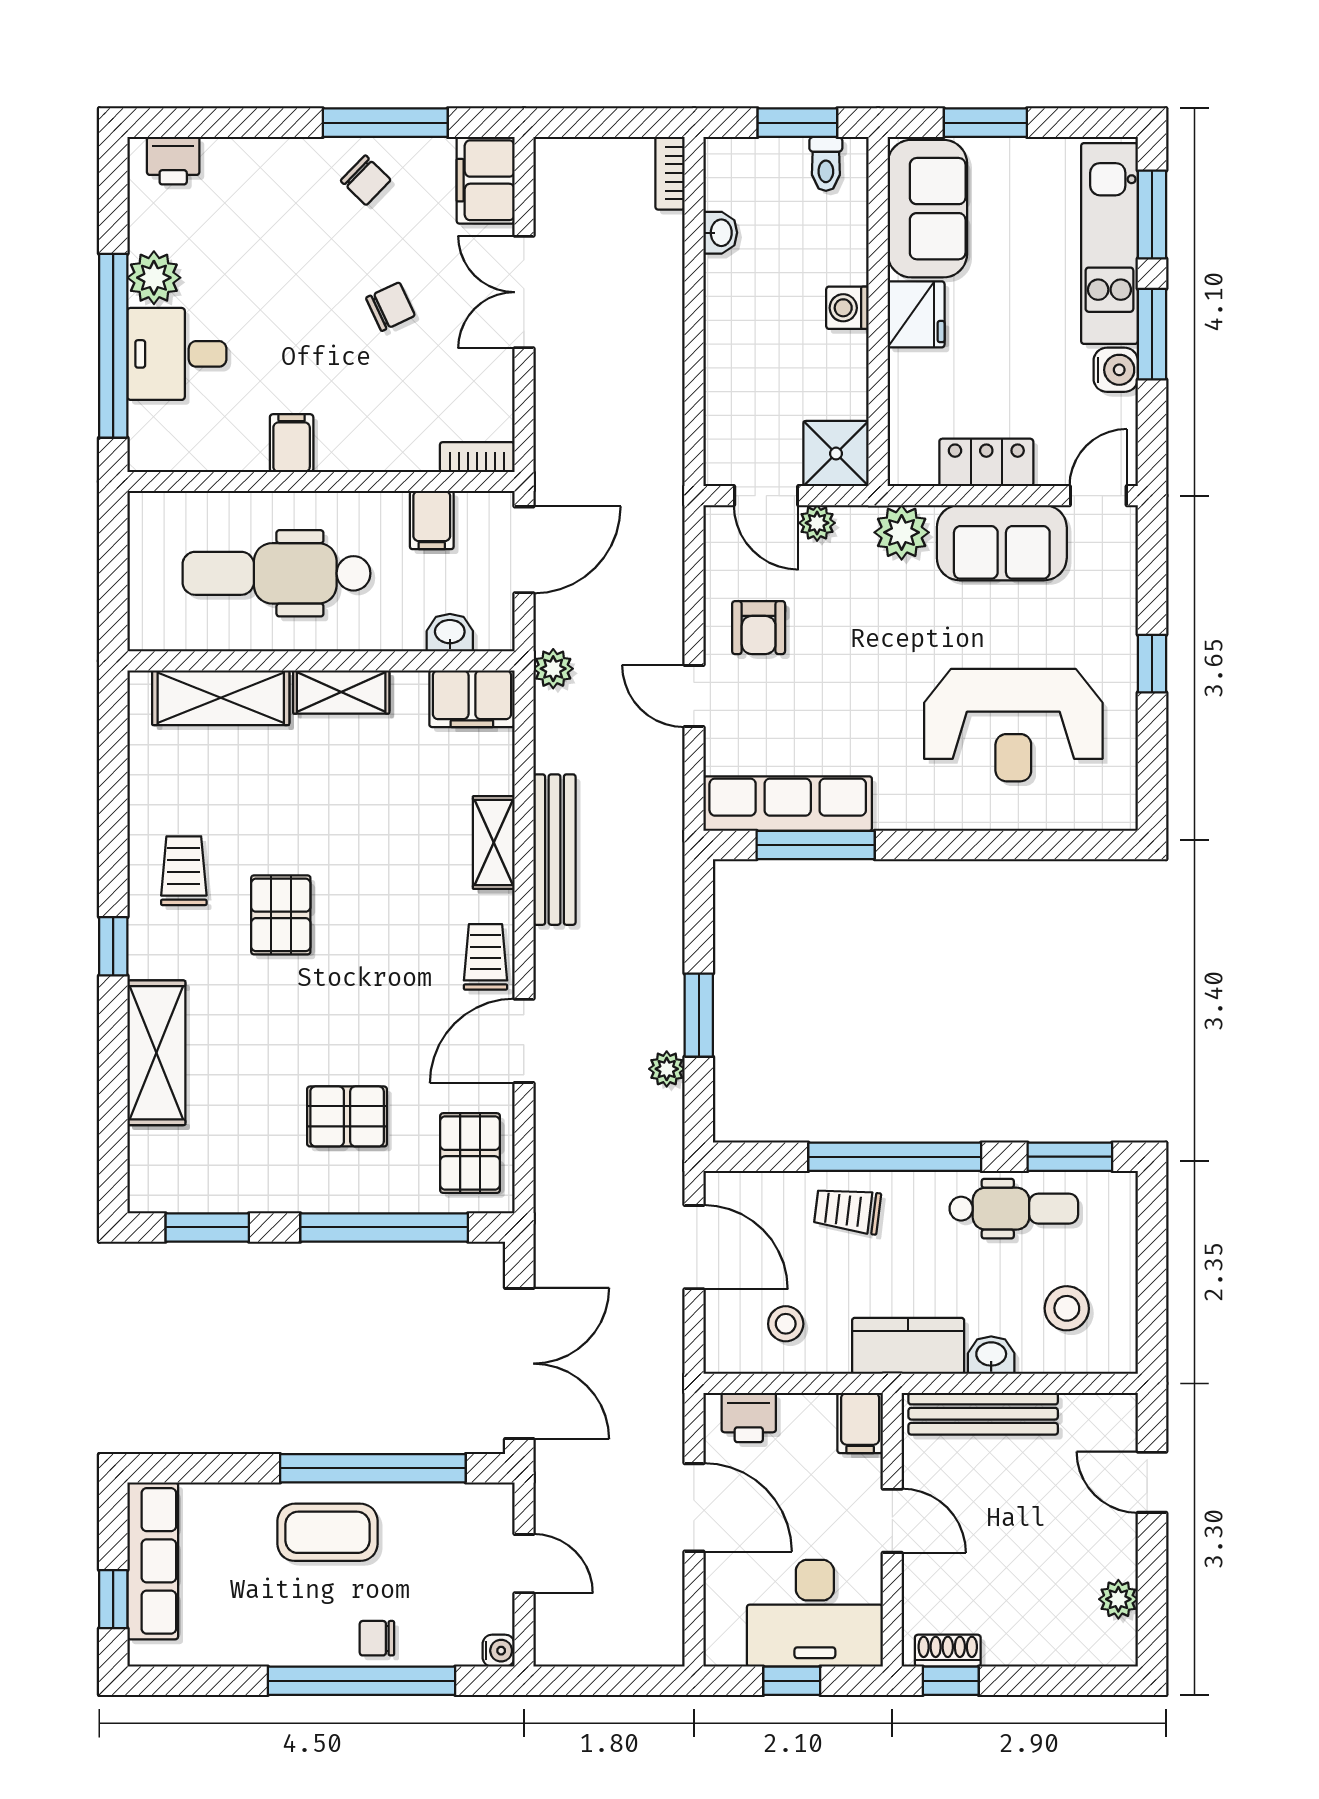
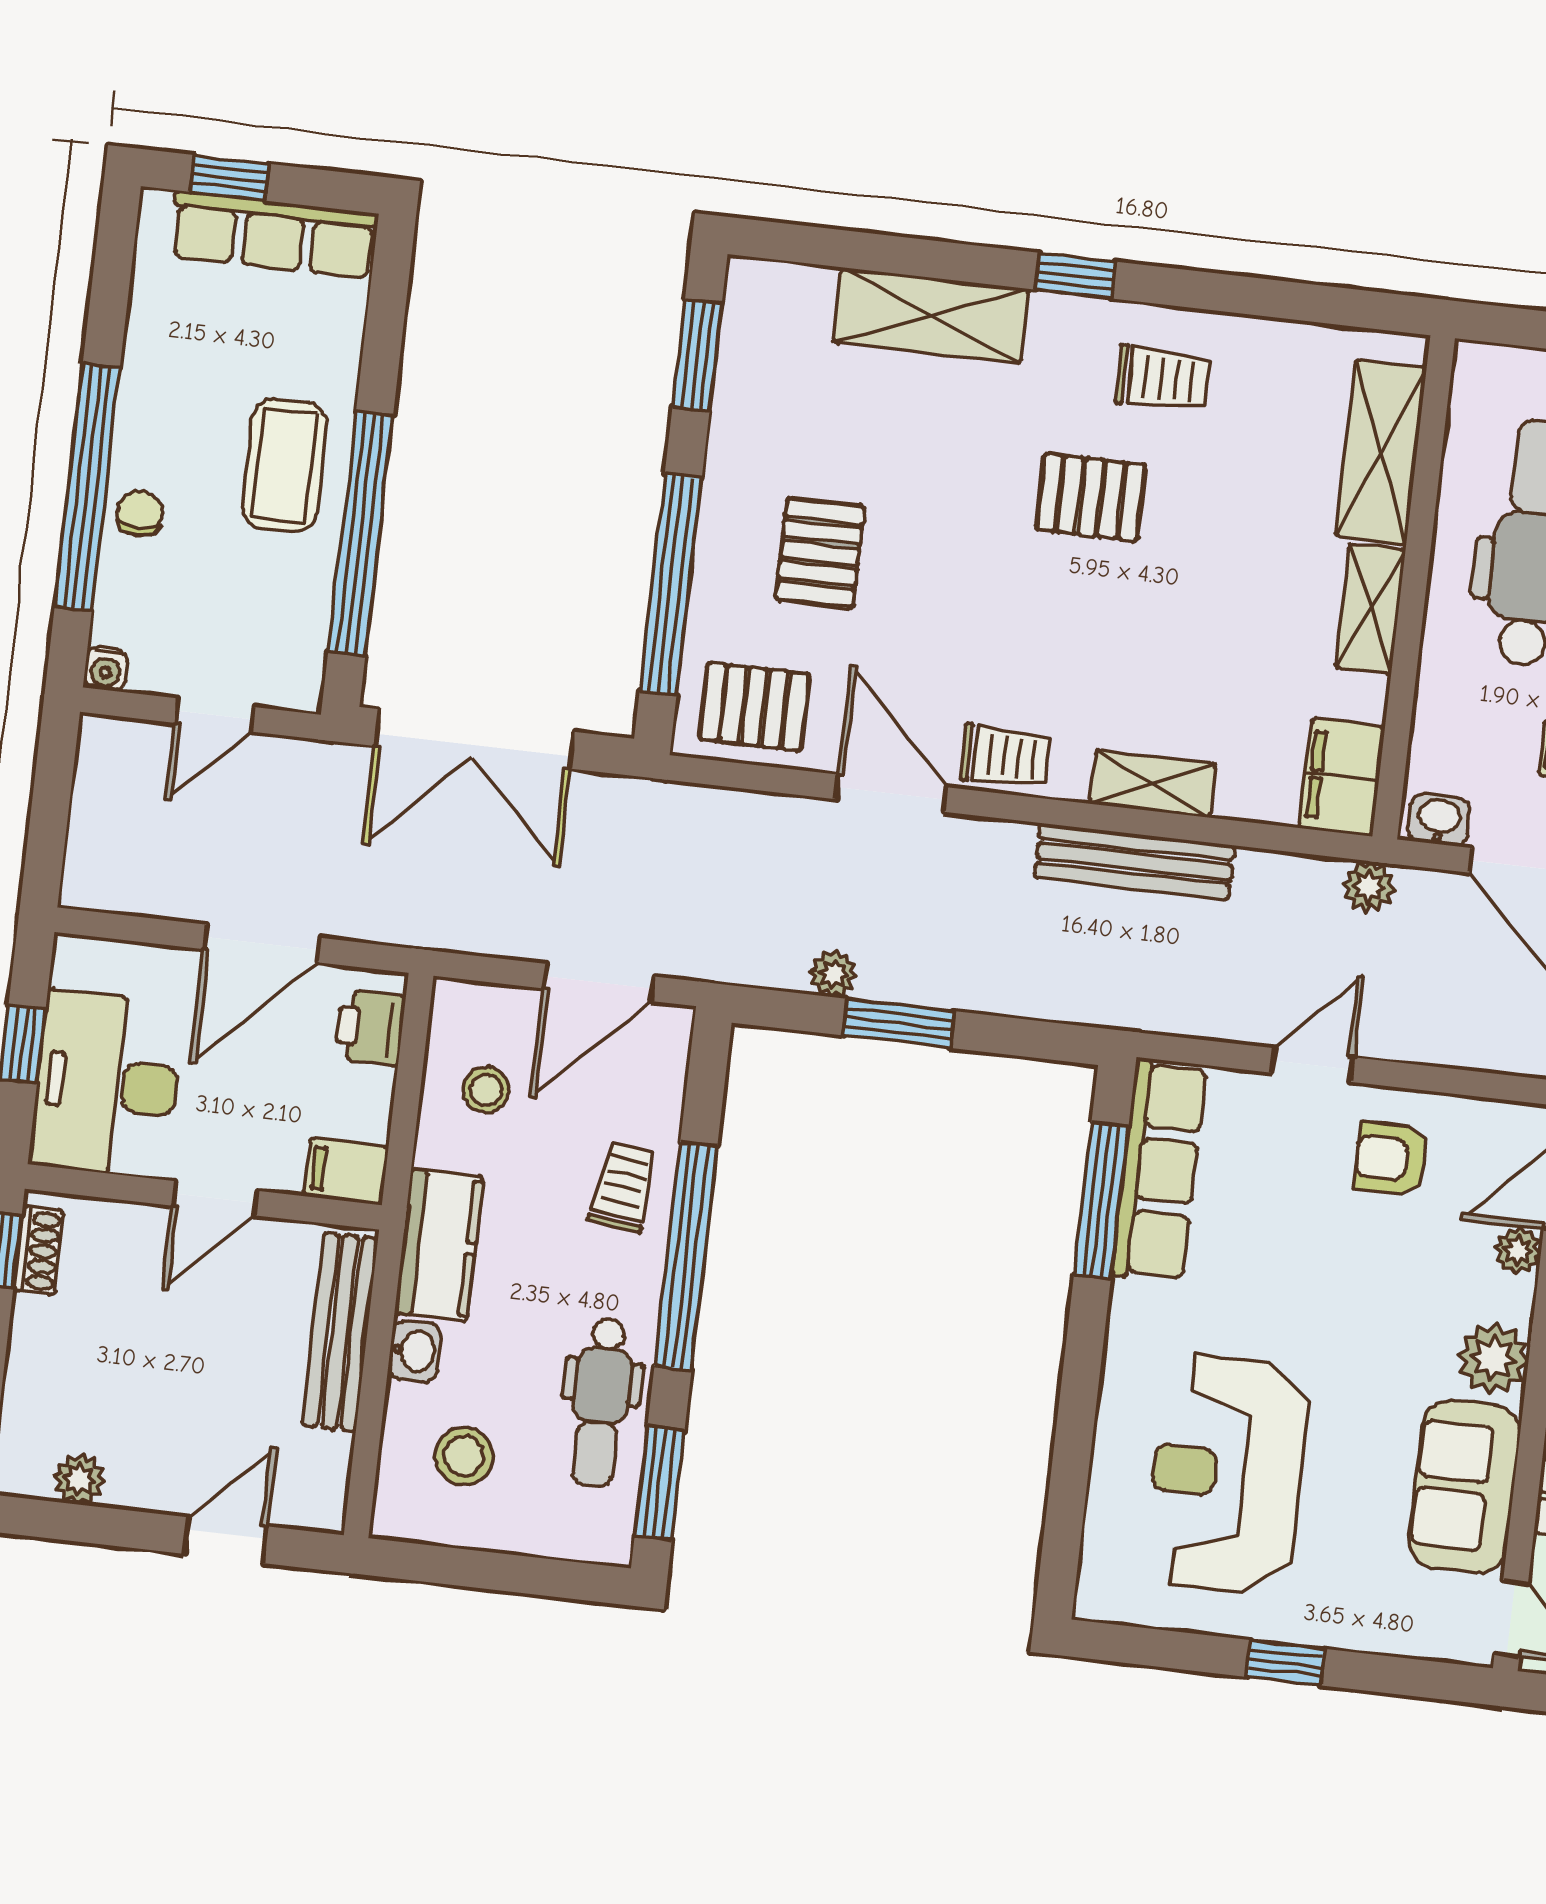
washbasin: (450, 633) -> (1439, 820), moved, turned -90

